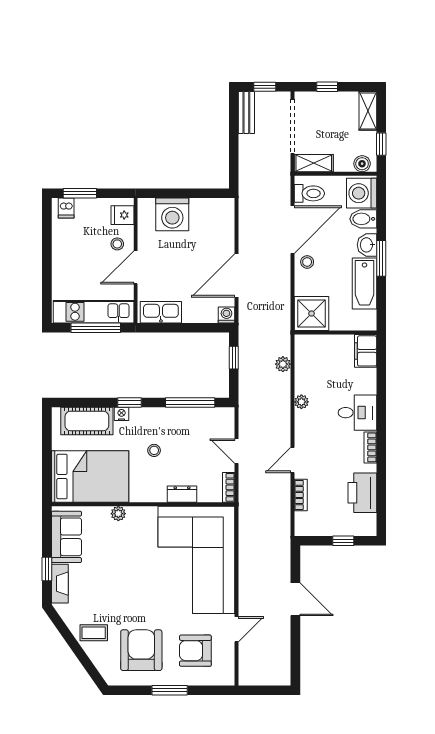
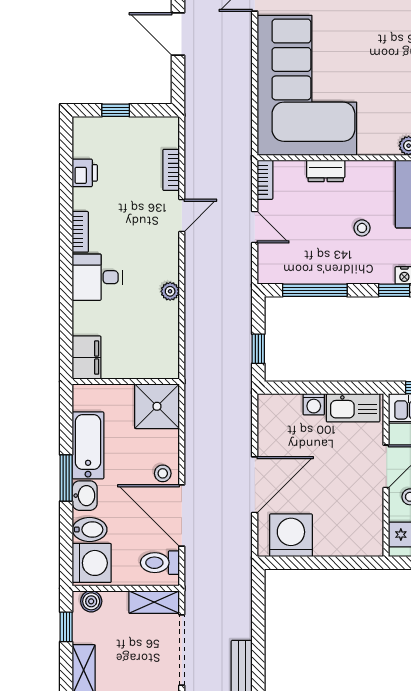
washing machine: (172, 214) -> (291, 535), moved
door: (293, 230) -> (182, 515), hinge flipped
door: (237, 276) -> (255, 485), moved
washing machine: (226, 315) -> (314, 404), moved
plant: (283, 364) -> (194, 340), removed
printer: (362, 493) -> (85, 173), width x0.53, depth x0.68

